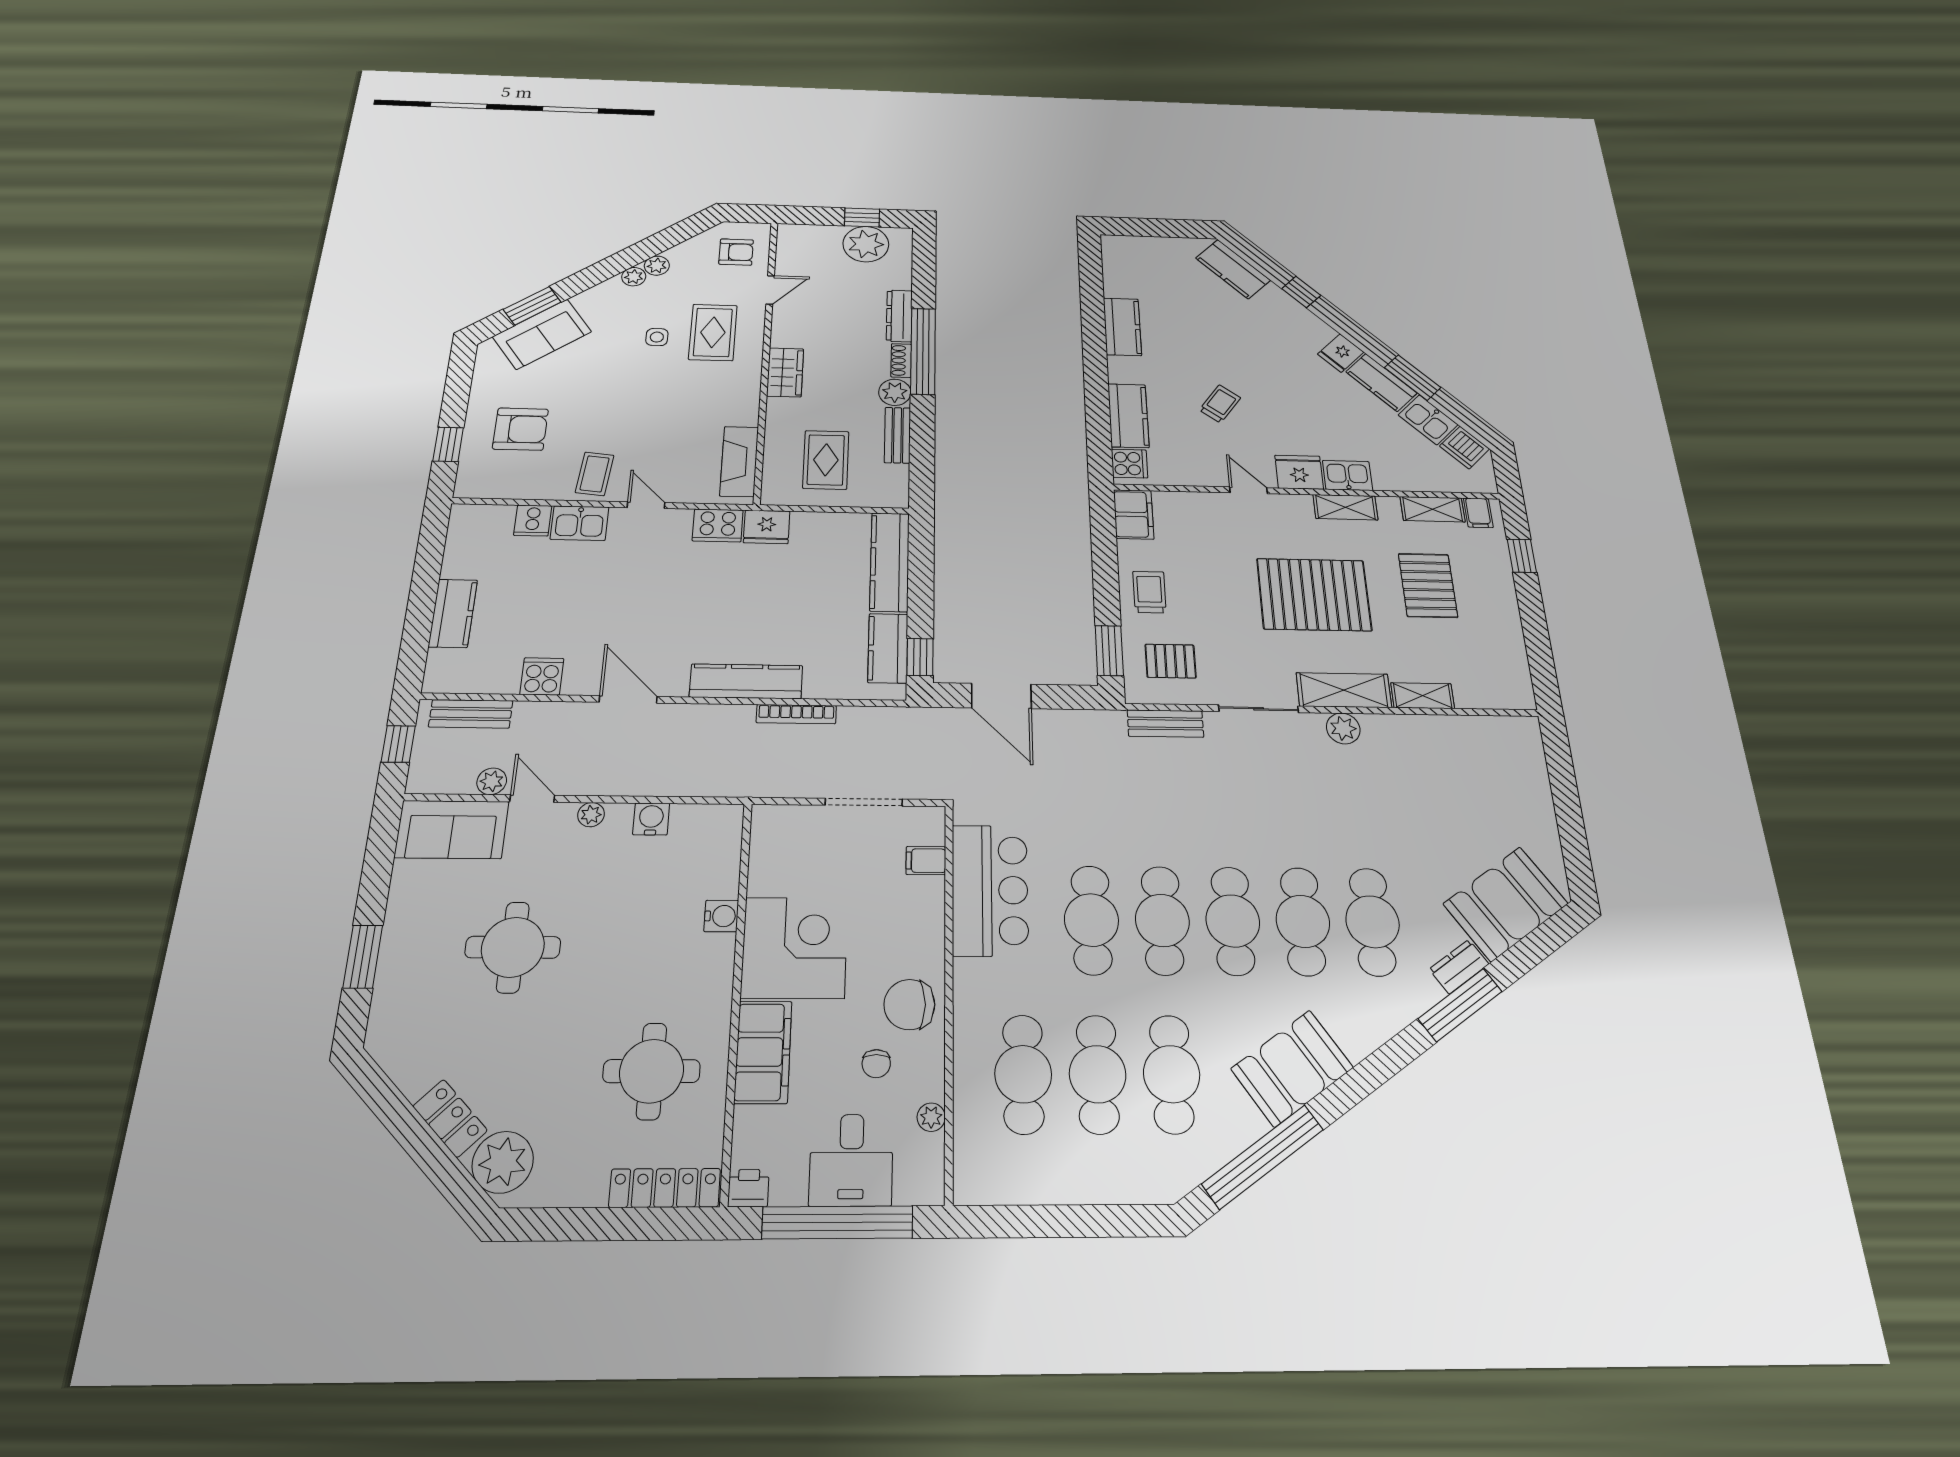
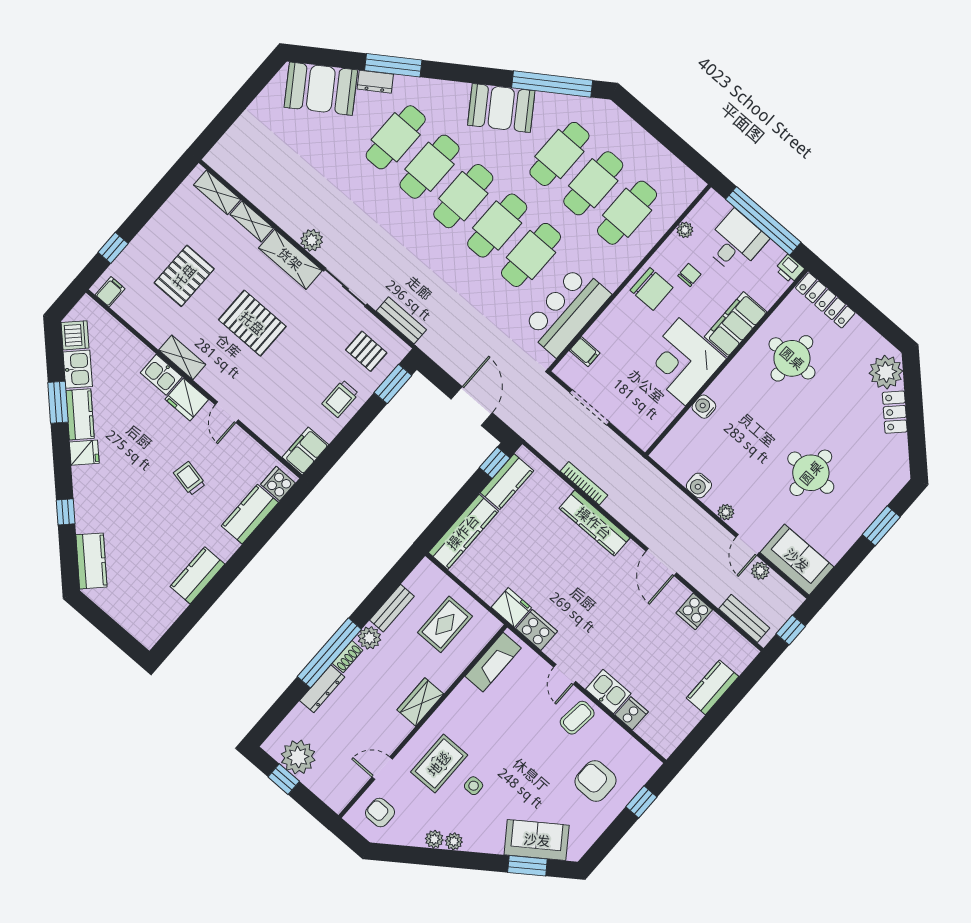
trolley: (1220, 404) -> (189, 478), turned 66
shelving: (1433, 509) -> (217, 192), moved
pallet: (1314, 595) -> (252, 323), width x0.73, depth x0.71

